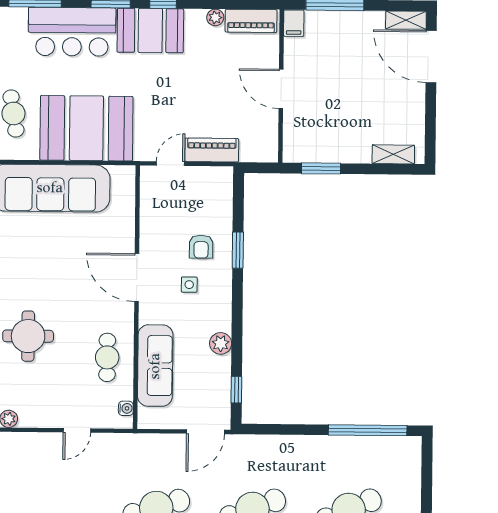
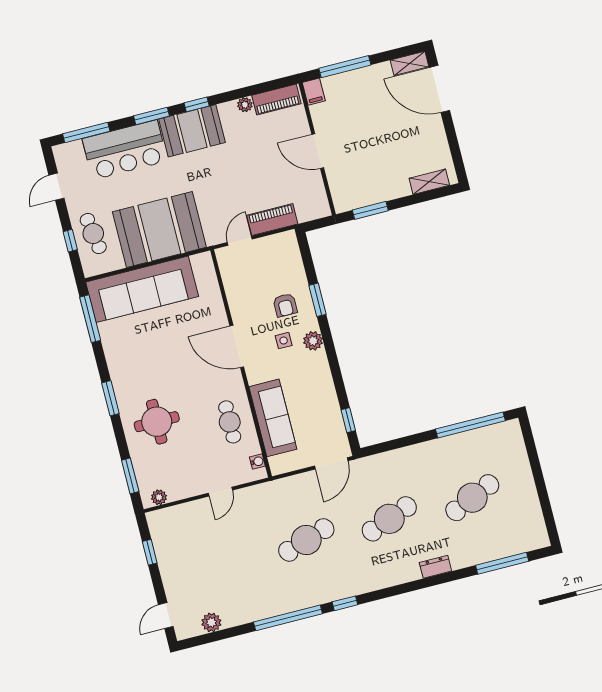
plant: (221, 343) -> (313, 341), moved

